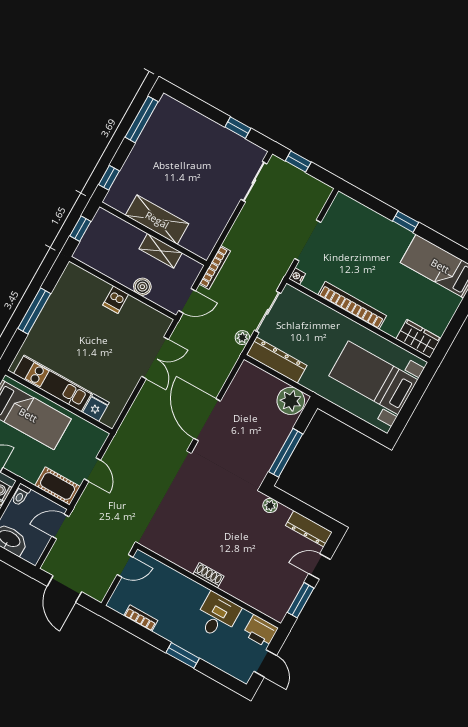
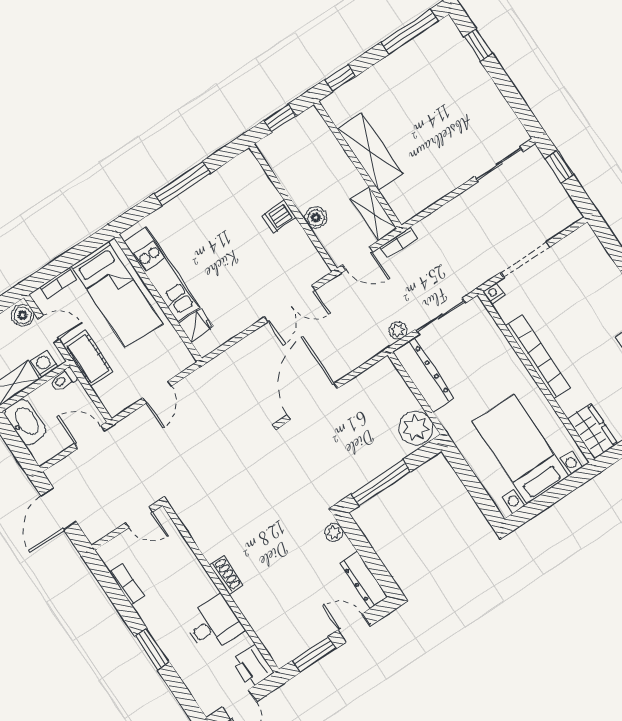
window: (238, 128) -> (478, 45), moved
shelving: (161, 251) -> (373, 214), moved
bookcase: (215, 268) -> (399, 243), width x0.64
cot: (58, 486) -> (88, 358), moved

